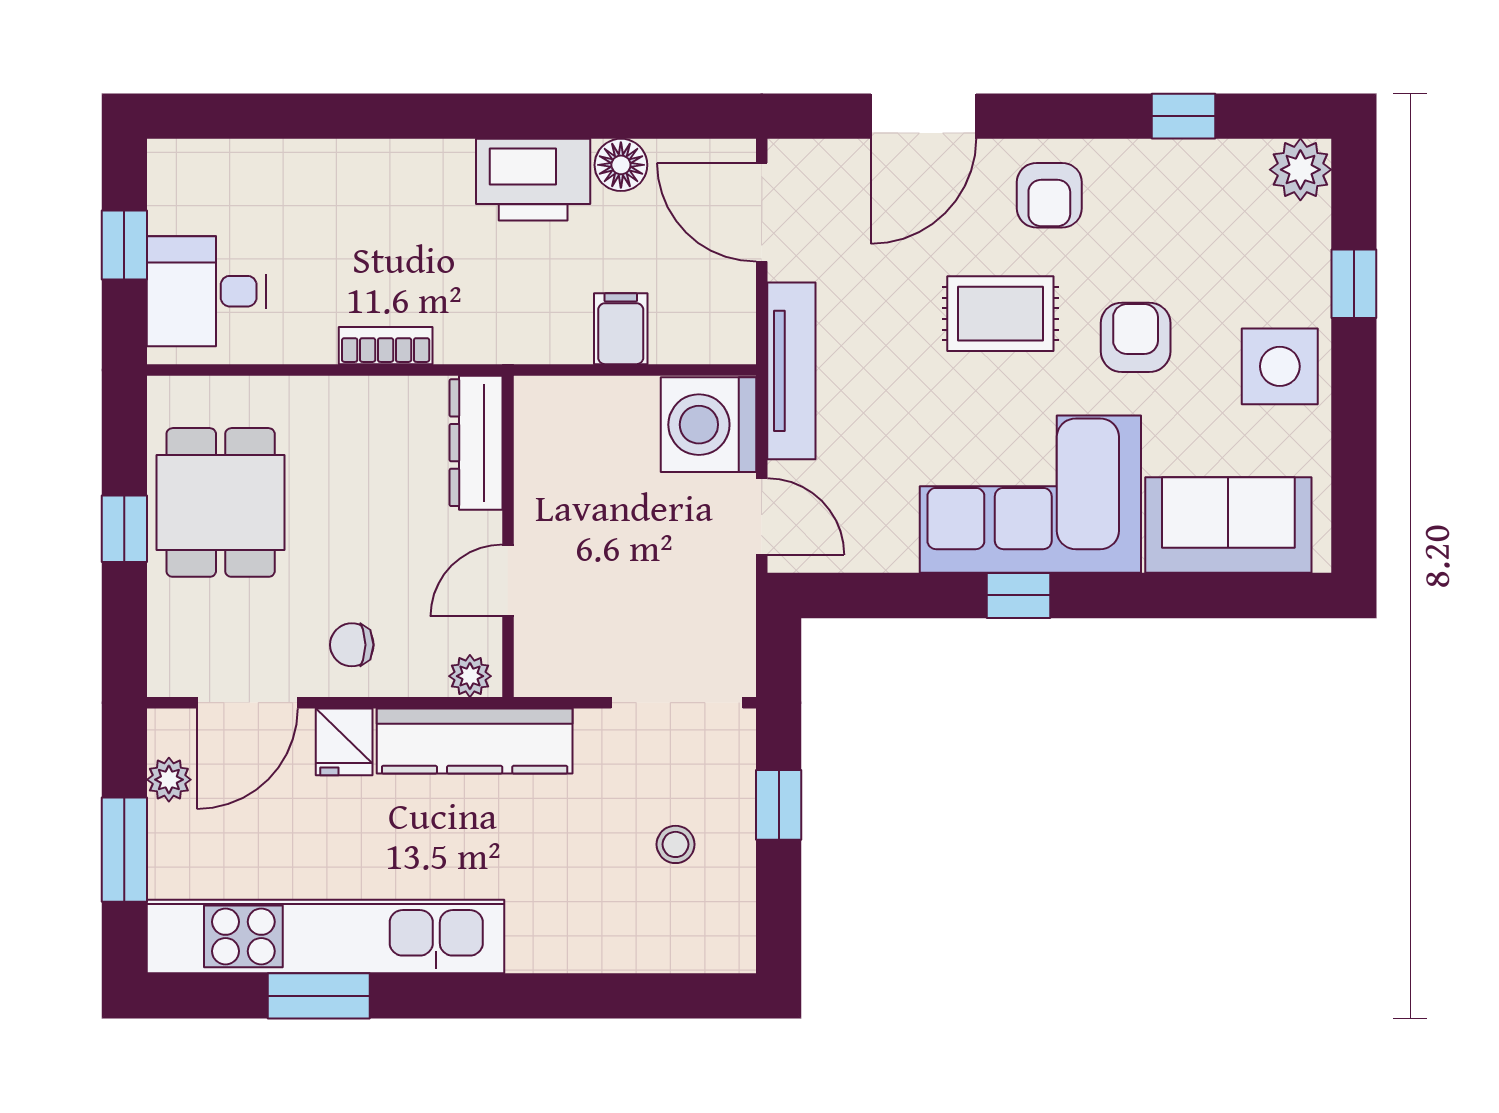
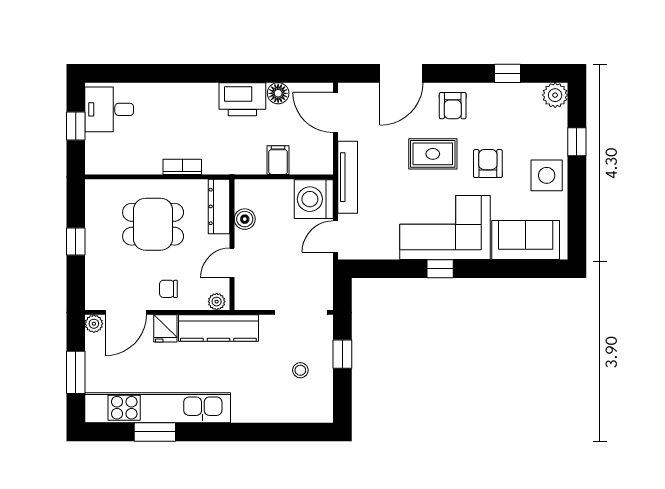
desk: (206, 291) -> (109, 109), moved
boiler: (539, 474) -> (245, 219), added
dining table: (221, 502) -> (153, 224), moved, turned 90
door: (762, 517) -> (335, 237), swing flipped
plant: (169, 780) -> (94, 324), moved

